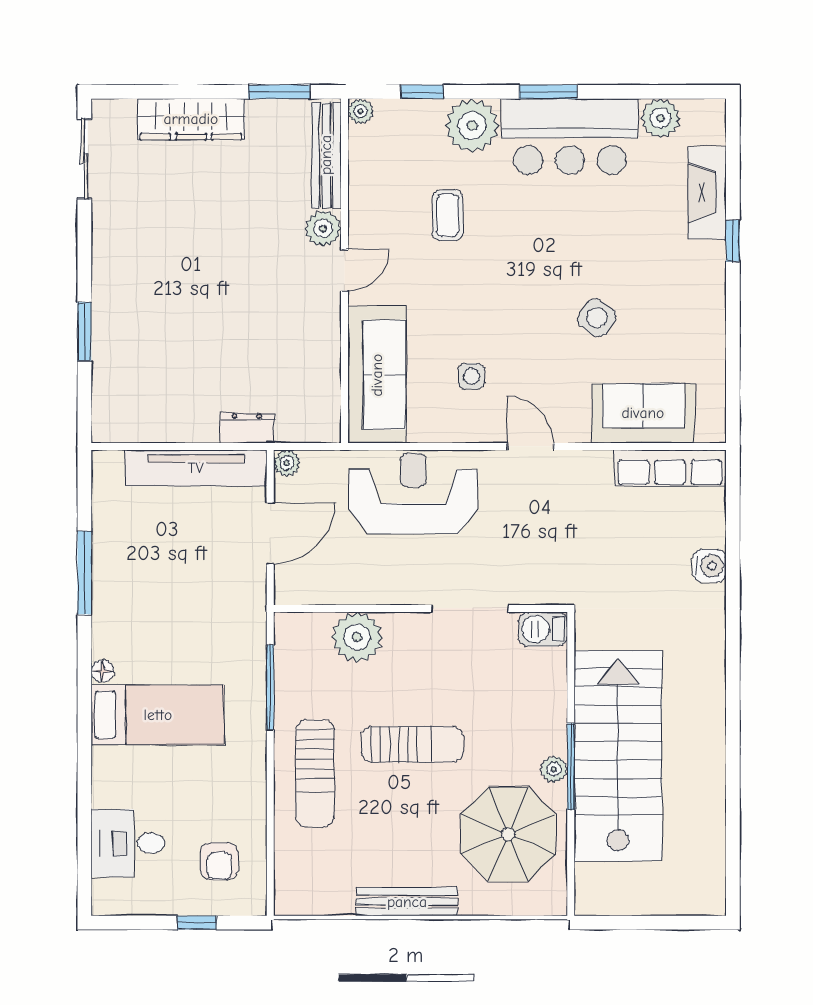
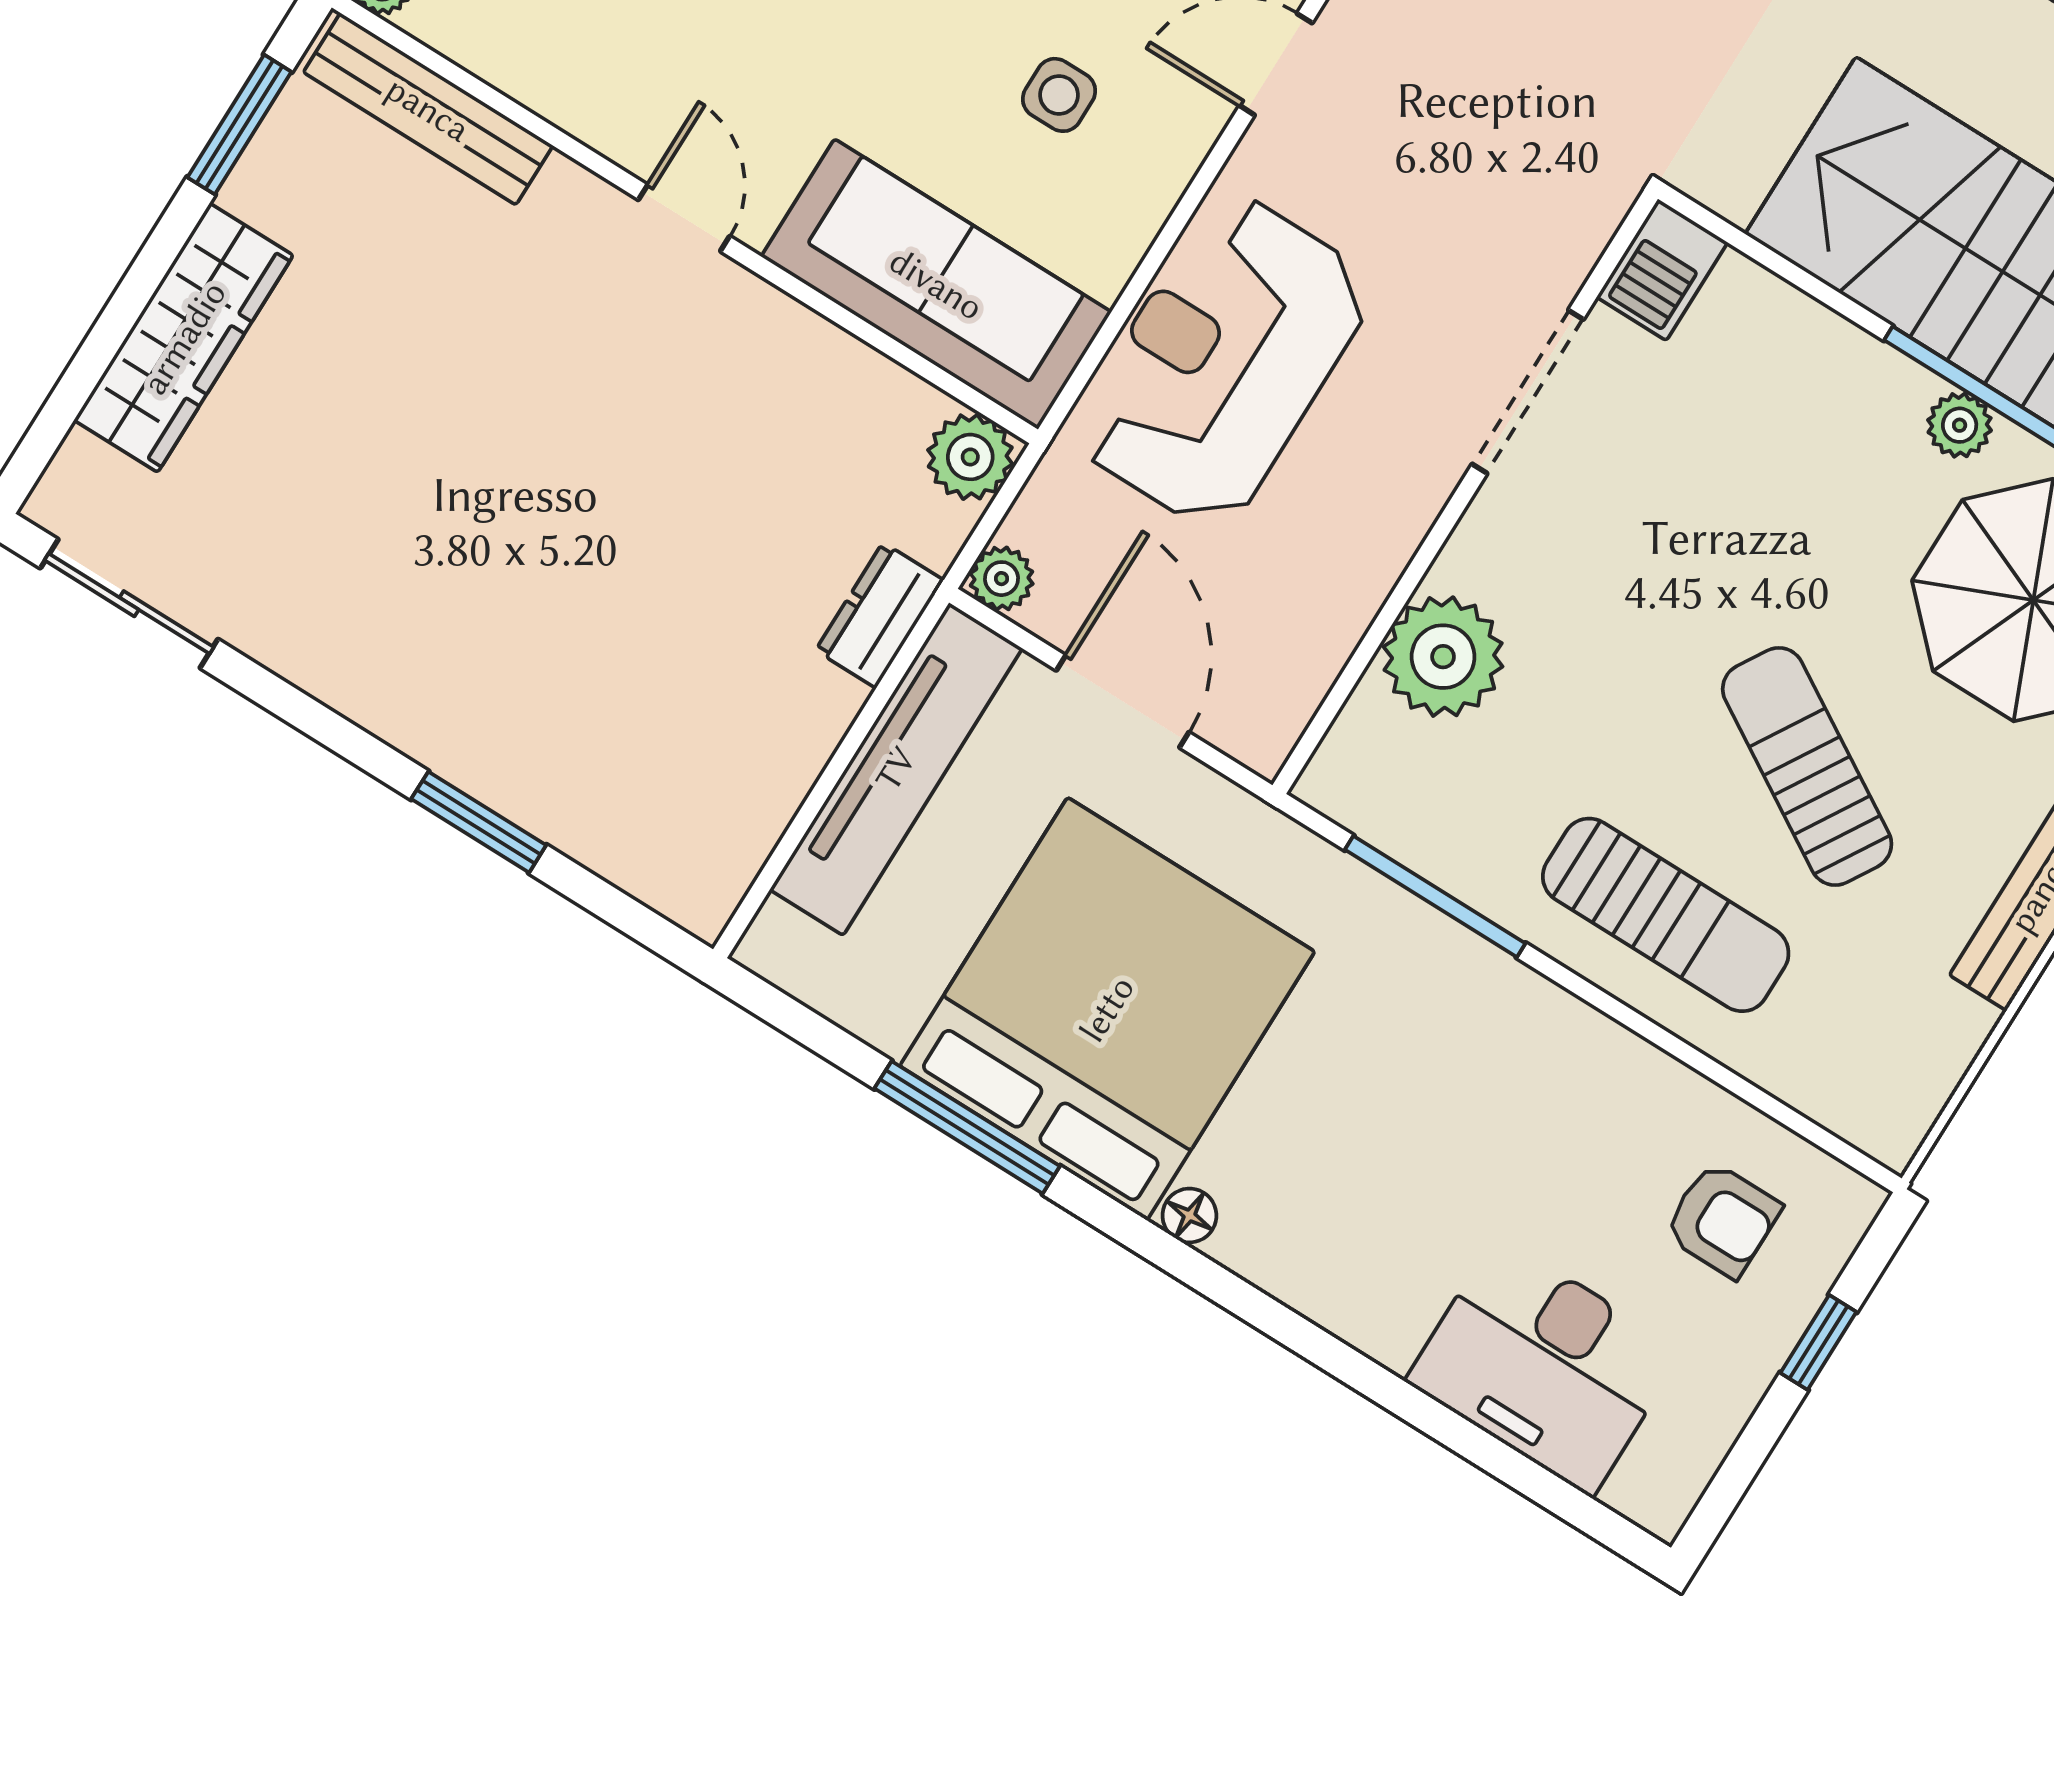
plant: (323, 229) -> (970, 457), moved
bed: (158, 715) -> (1107, 1009), moved, width x2.04
sun lounger: (412, 744) -> (1807, 766), moved, turned -59
desk: (128, 843) -> (1544, 1366), width x1.37

